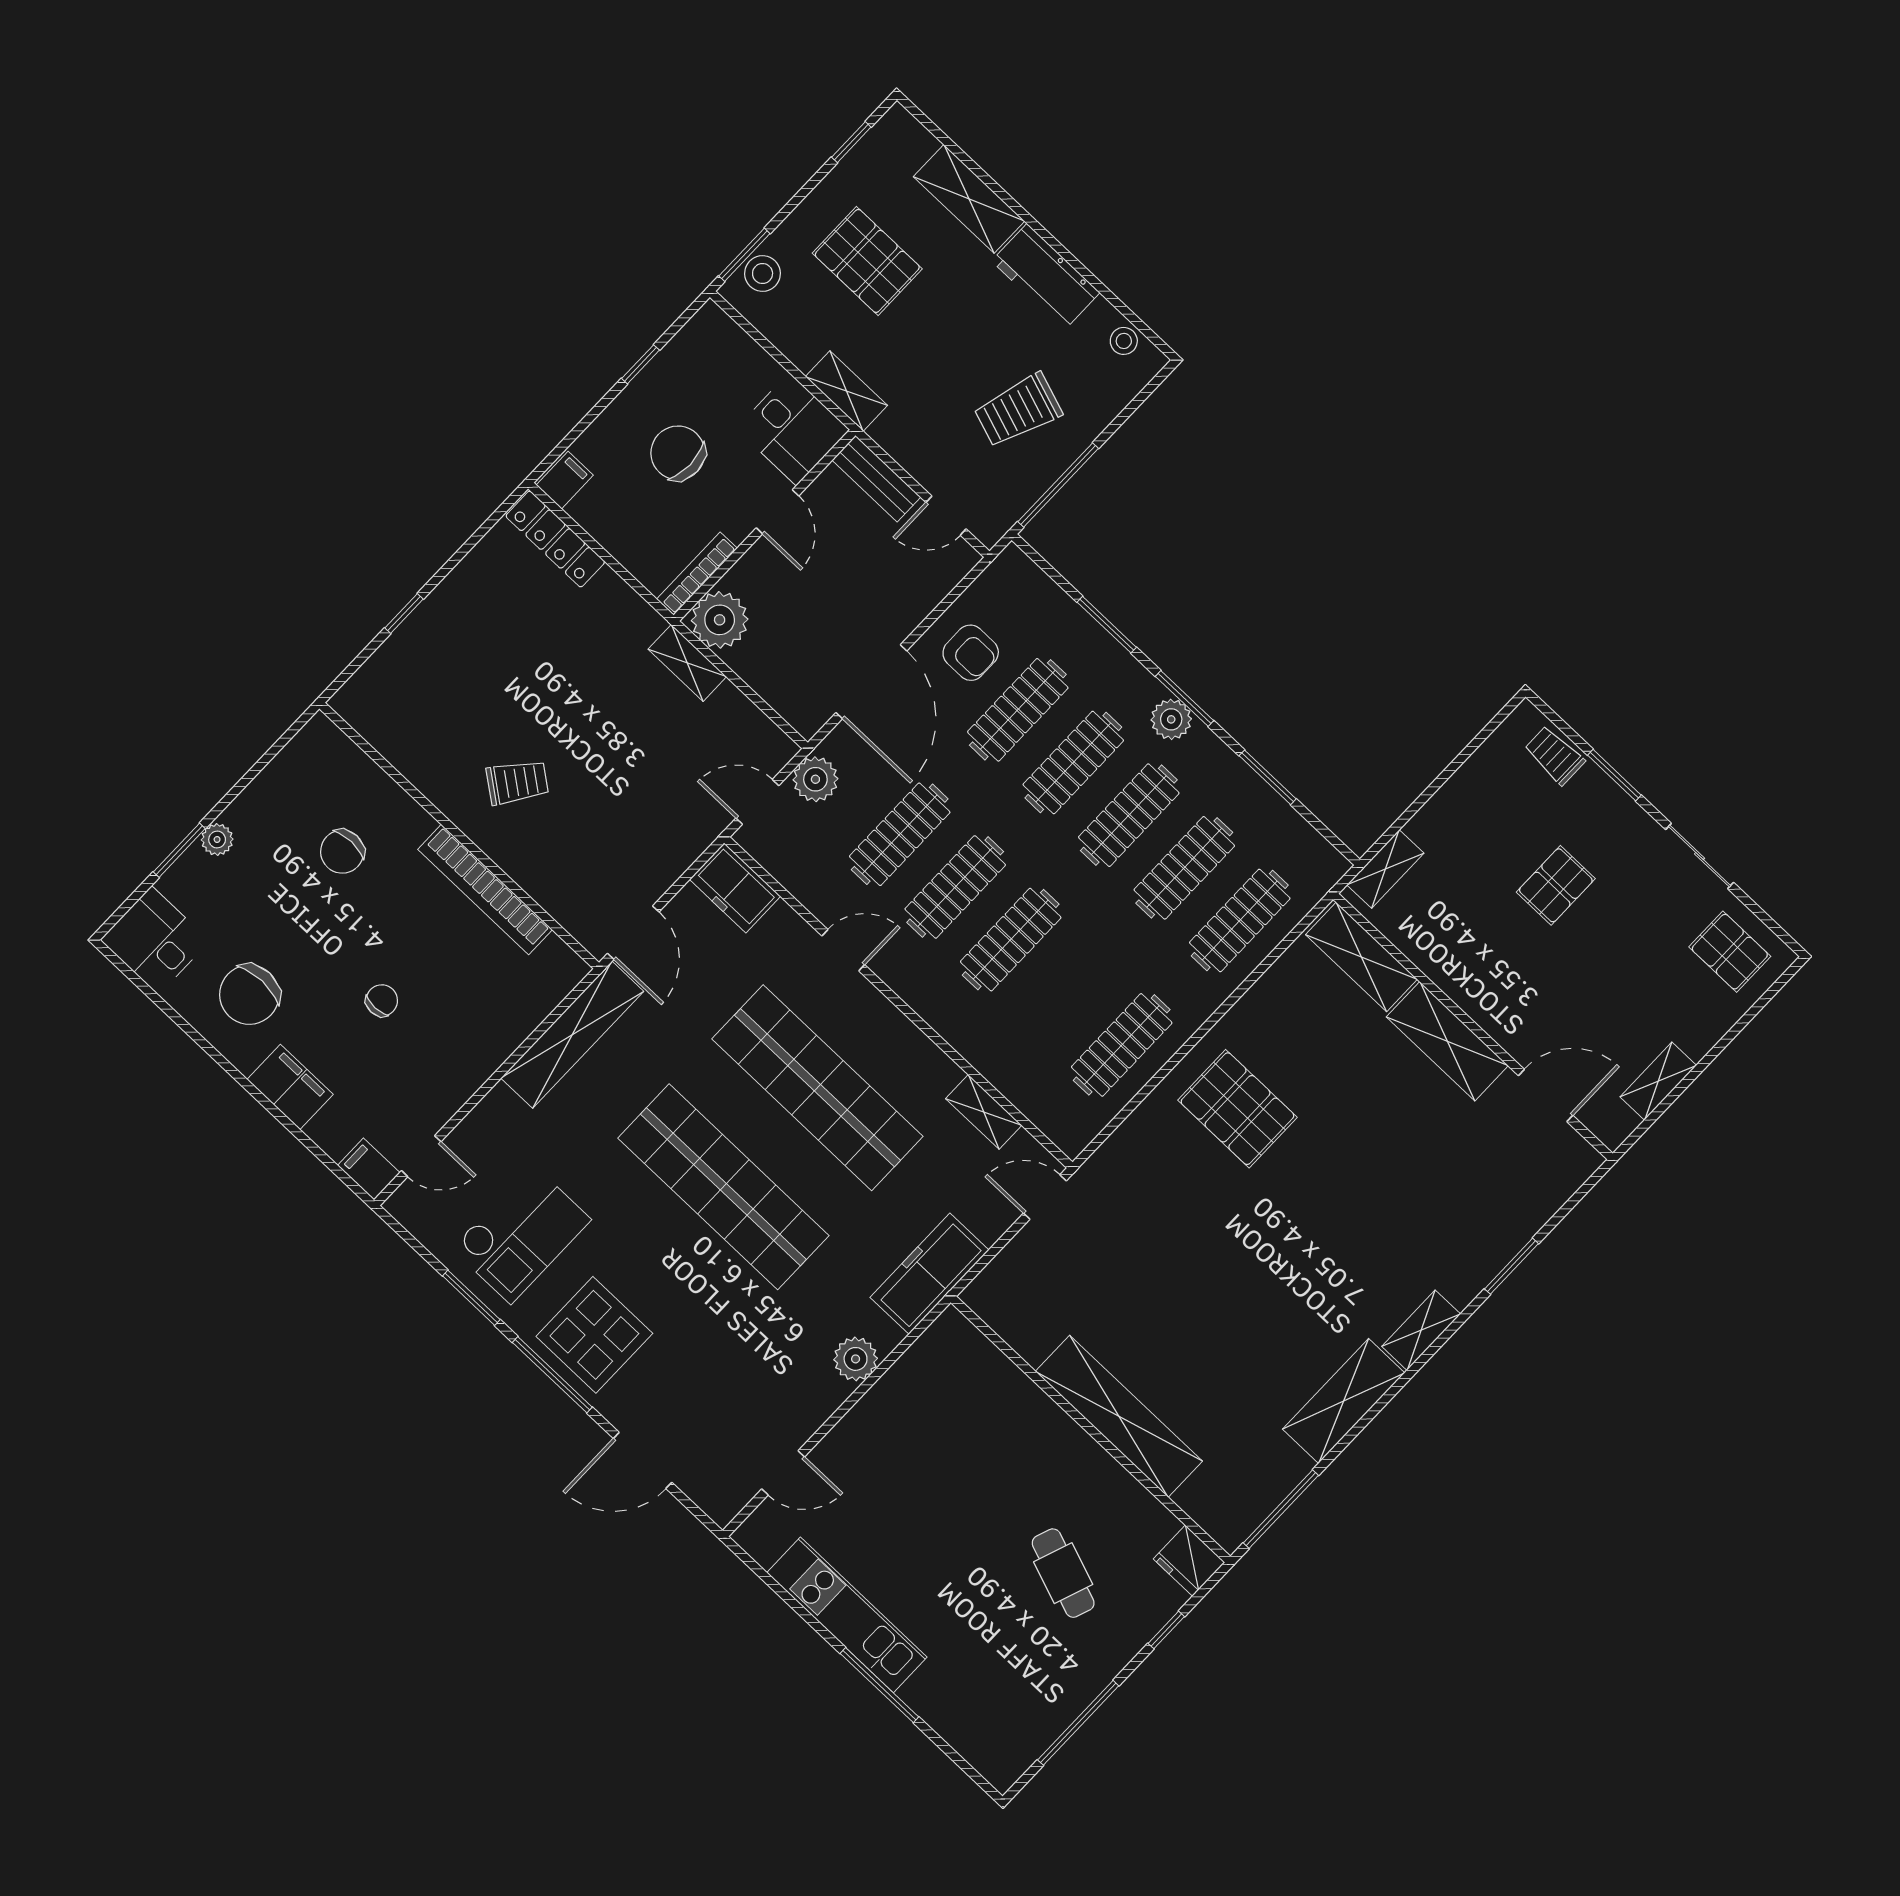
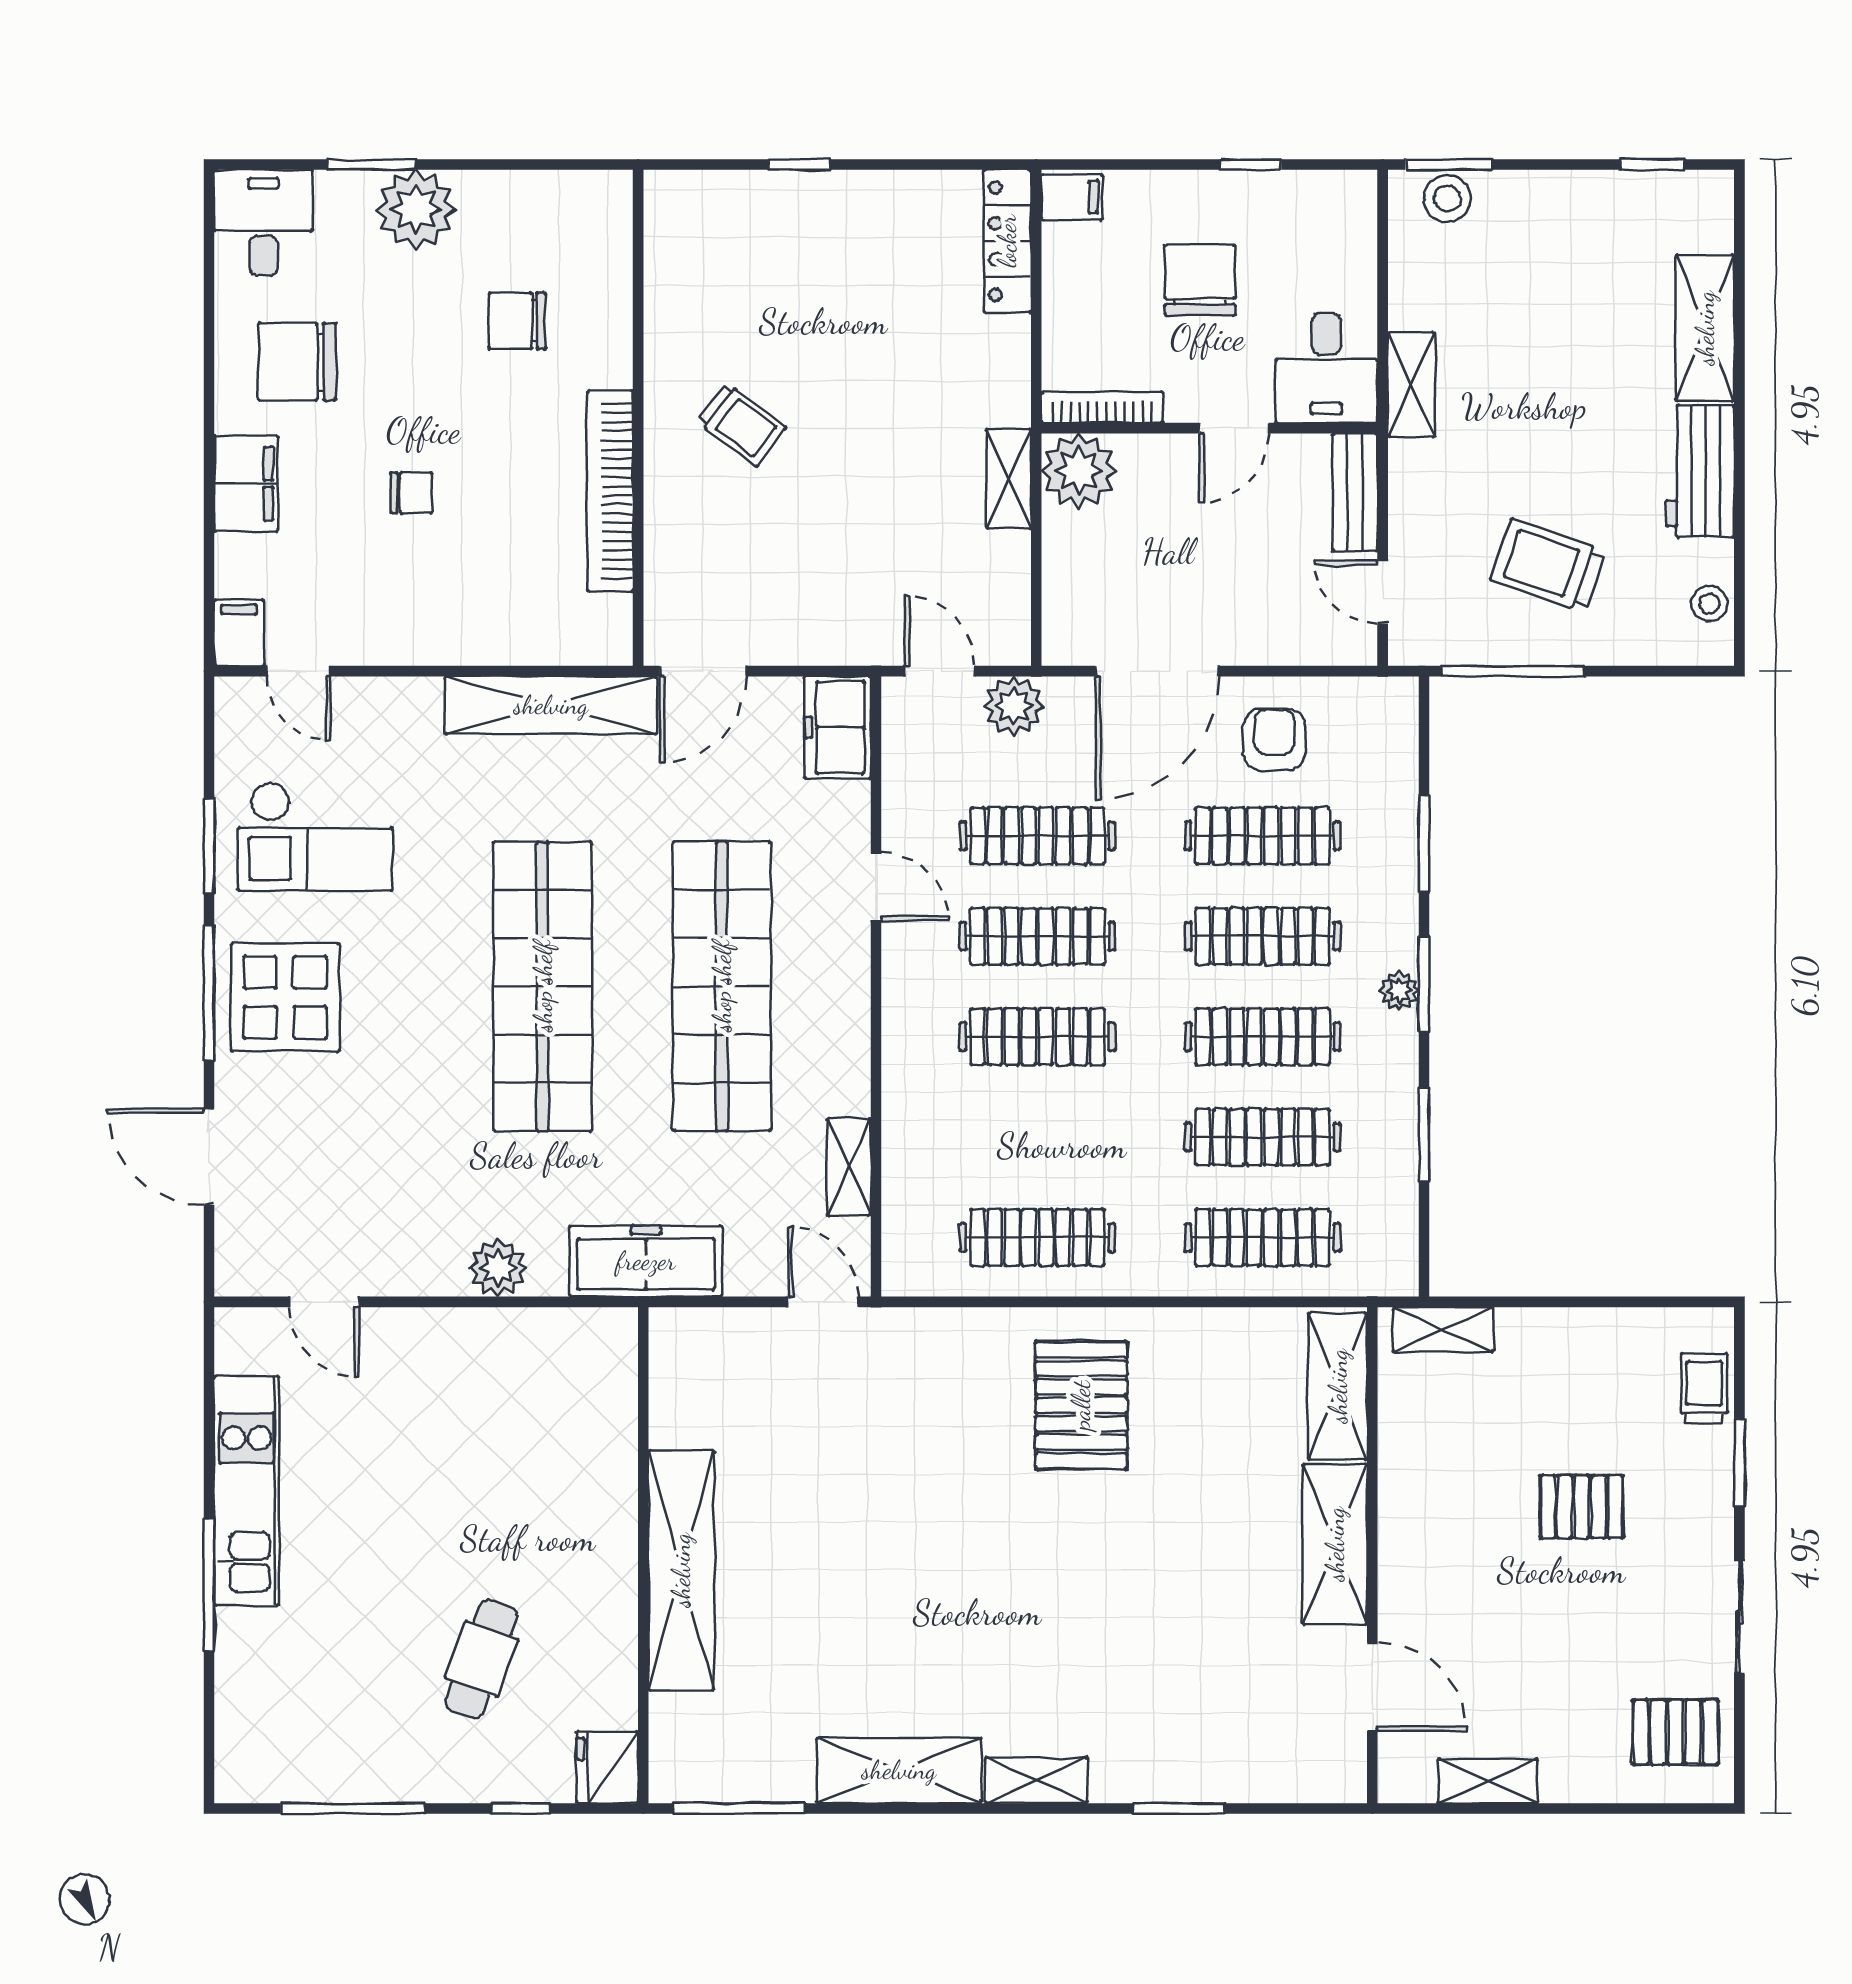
pallet: (867, 261) -> (1554, 287), removed
armchair: (971, 653) -> (1274, 739), turned 180
plant: (1171, 719) -> (1399, 991), width x0.73, depth x0.73
plant: (217, 840) -> (416, 209), width x1.87, depth x1.87
pallet: (1730, 952) -> (1676, 1732), turned 90

